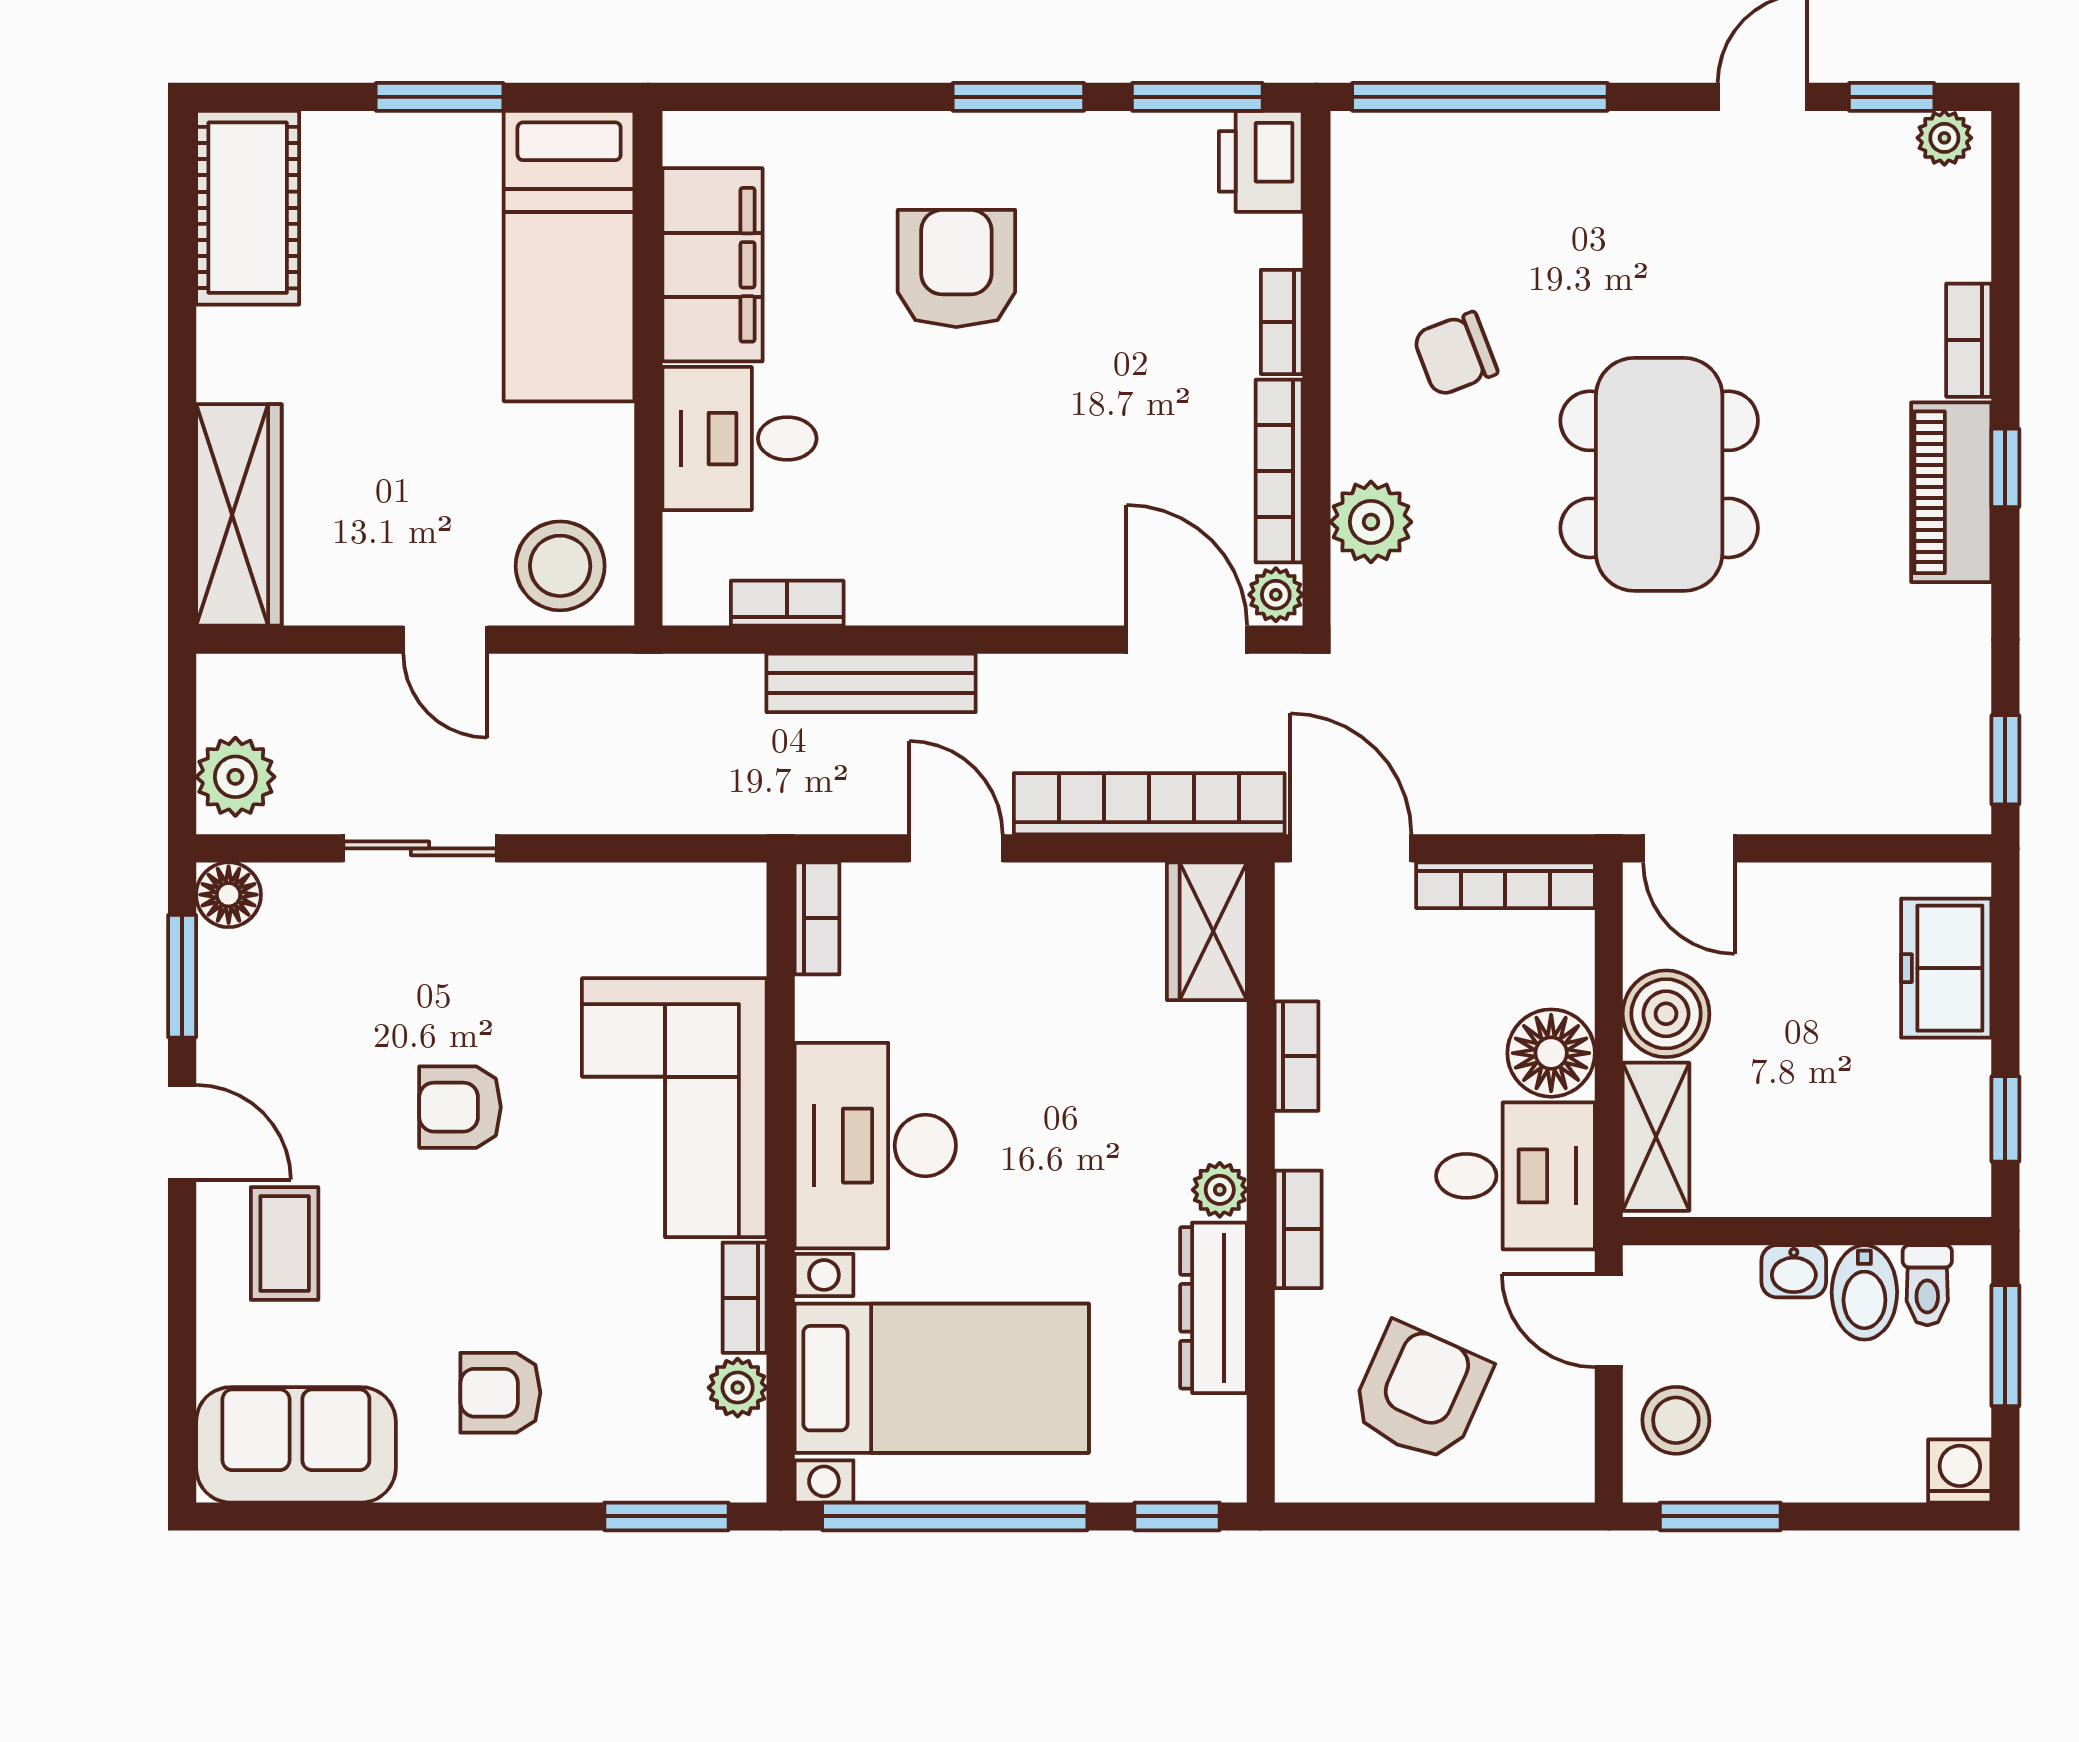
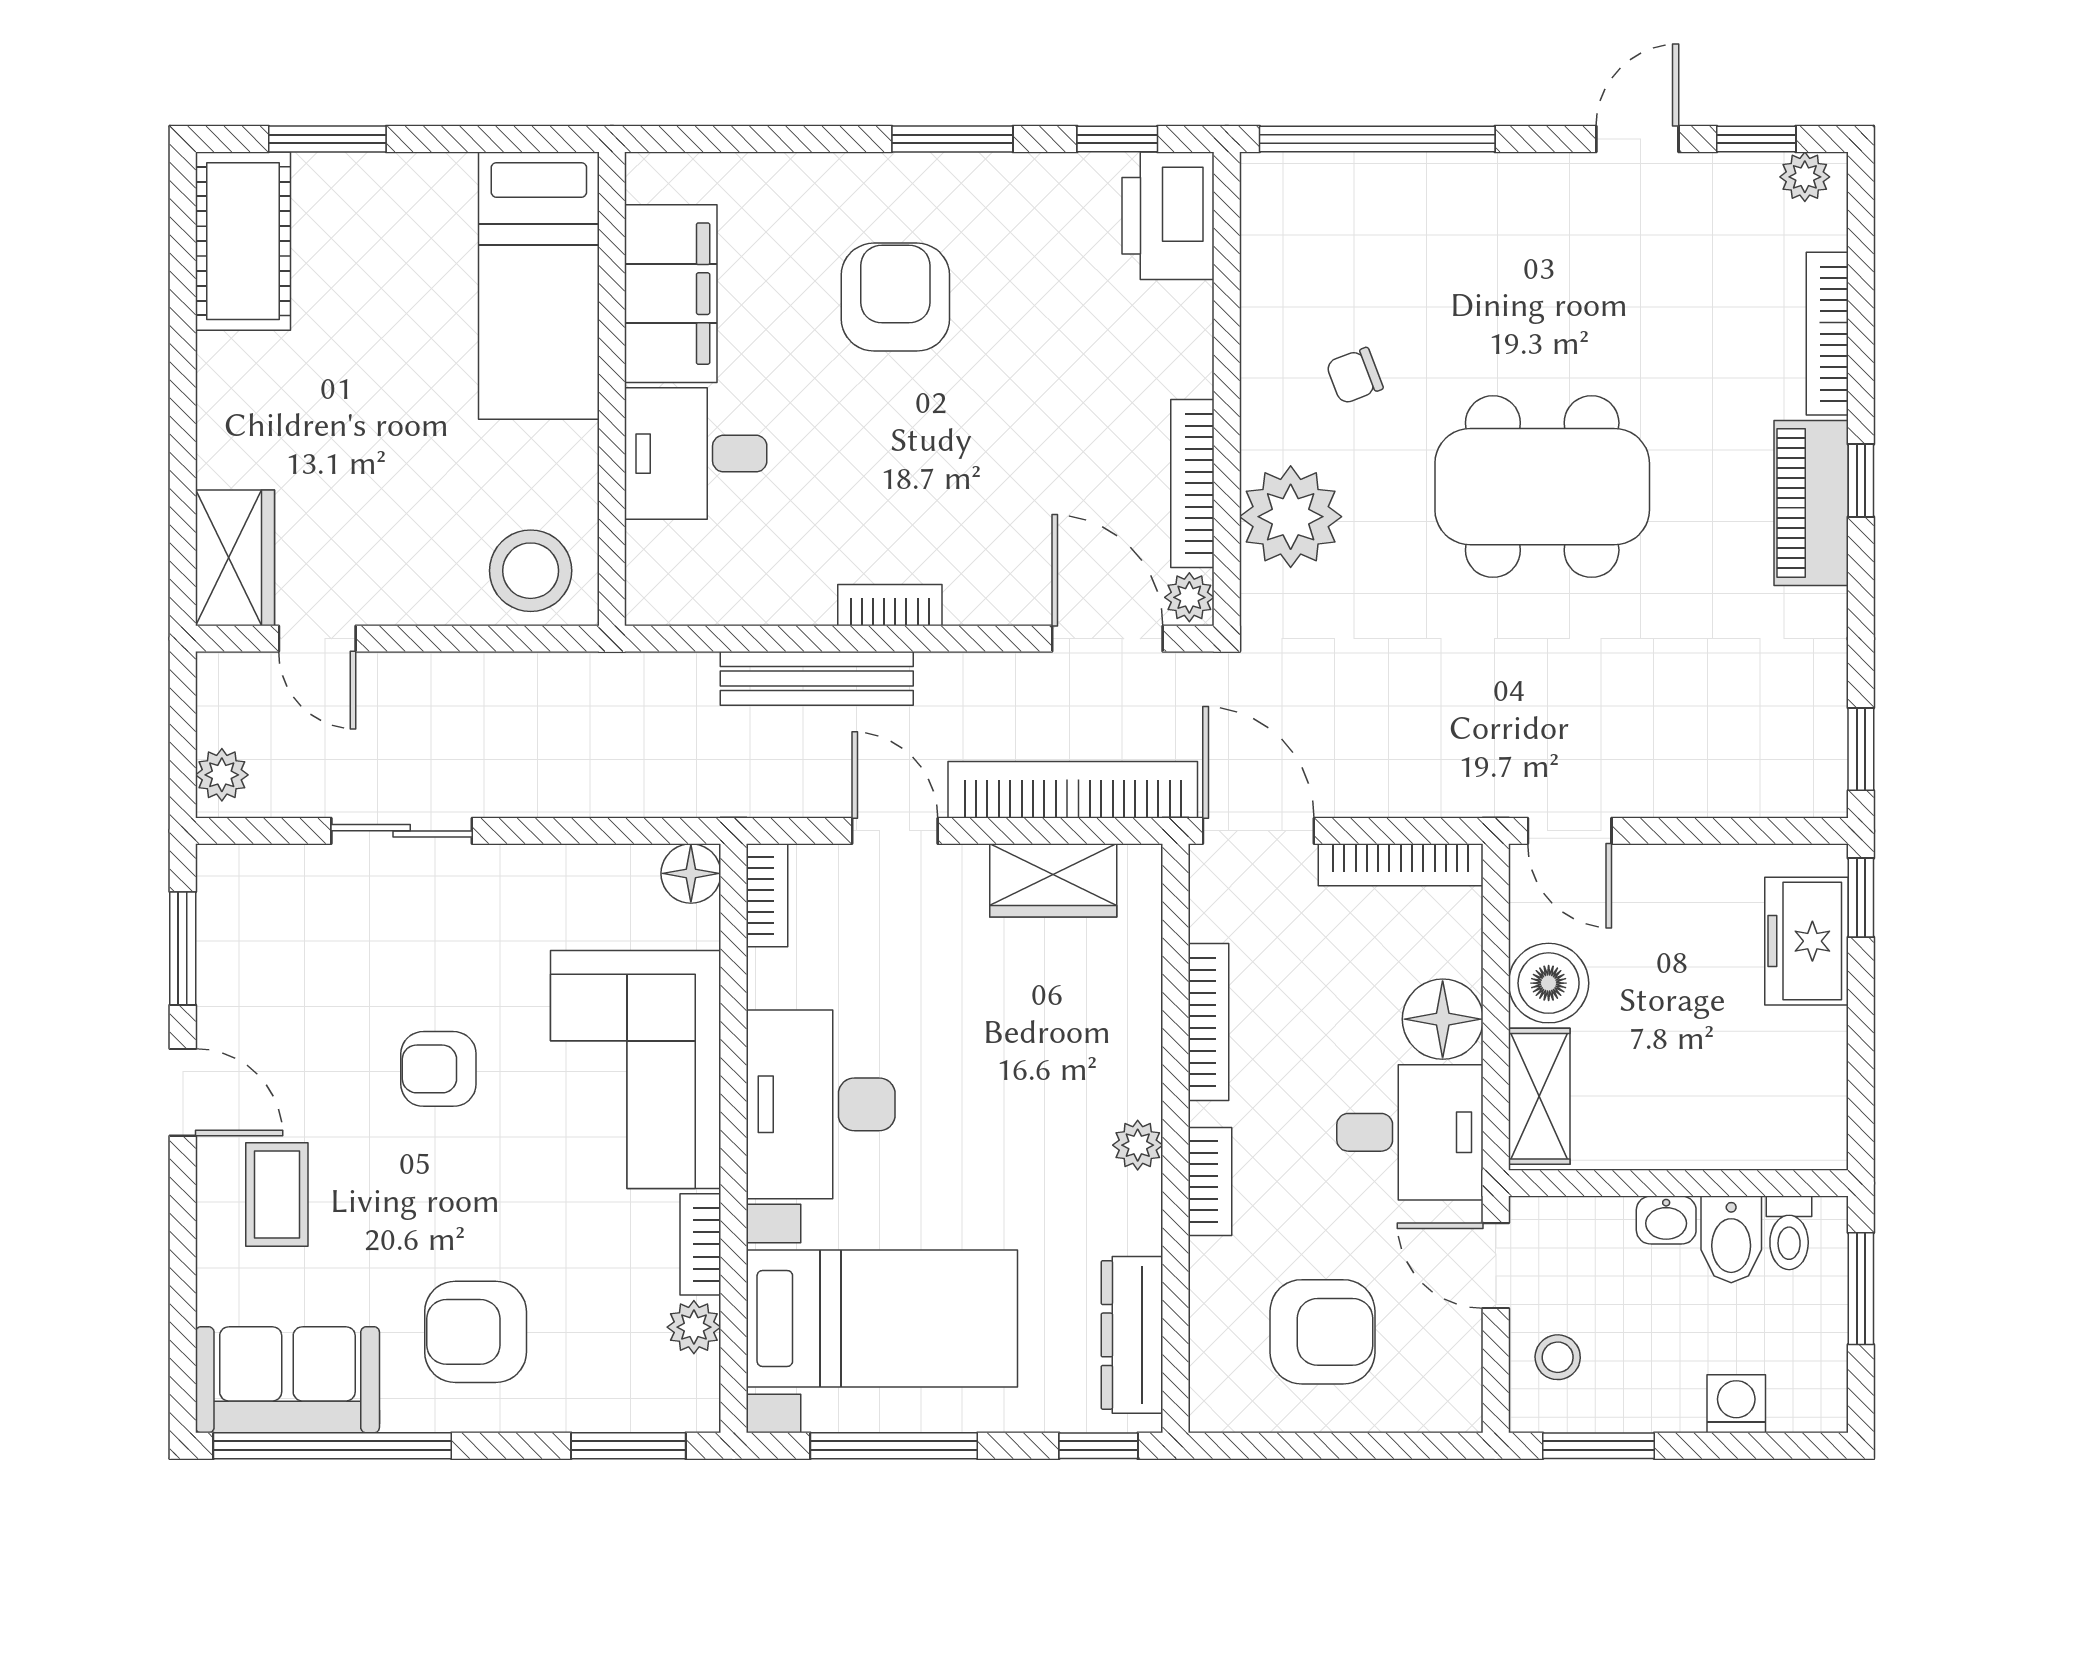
window: (440, 97) -> (327, 139), moved
window: (1197, 97) -> (1117, 139), width x0.67
printer: (1261, 161) -> (1168, 216), width x1.37, depth x1.19
bookcase: (1282, 322) -> (1195, 346), removed
bookcase: (1969, 340) -> (1827, 334), width x1.56
chair: (1455, 354) -> (1355, 376), width x0.73, depth x0.73
dining table: (1659, 474) -> (1542, 487), turned 90
wardrobe: (239, 515) -> (235, 558), width x0.67
plant: (1371, 522) -> (1291, 517), width x1.36, depth x1.36
bookcase: (787, 603) -> (890, 605), moved
door: (445, 640) -> (317, 639), moved
plant: (235, 777) -> (222, 775), width x0.73, depth x0.73
floor lamp: (229, 895) -> (691, 873), moved
wardrobe: (1207, 931) -> (1053, 880), moved, turned -90
bookcase: (1297, 1056) -> (1208, 1022), width x1.56
window: (2005, 1119) -> (1861, 898), moved
dresser: (1213, 1308) -> (1132, 1335), moved
armchair: (500, 1393) -> (476, 1332), width x1.38, depth x1.38
armchair: (1420, 1393) -> (1322, 1332), turned 66
stool: (1676, 1420) -> (1558, 1357), width x0.73, depth x0.73
washing machine: (1960, 1471) -> (1736, 1404), moved
window: (345, 1516) -> (332, 1446), added
window: (955, 1516) -> (894, 1446), width x0.68

